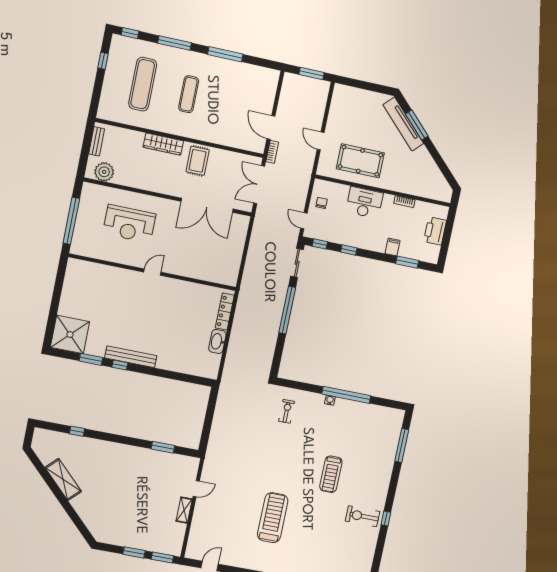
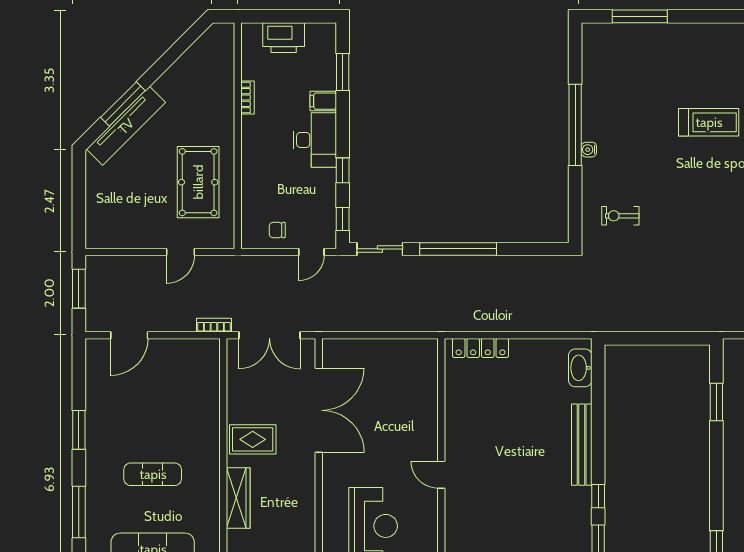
window: (225, 54) -> (79, 430), width x0.69
door: (271, 127) -> (129, 335), moved
desk: (364, 203) -> (315, 140), moved, turned 180
washbasin: (217, 341) -> (580, 368), moved, turned 90
bench: (131, 357) -> (582, 445), moved

